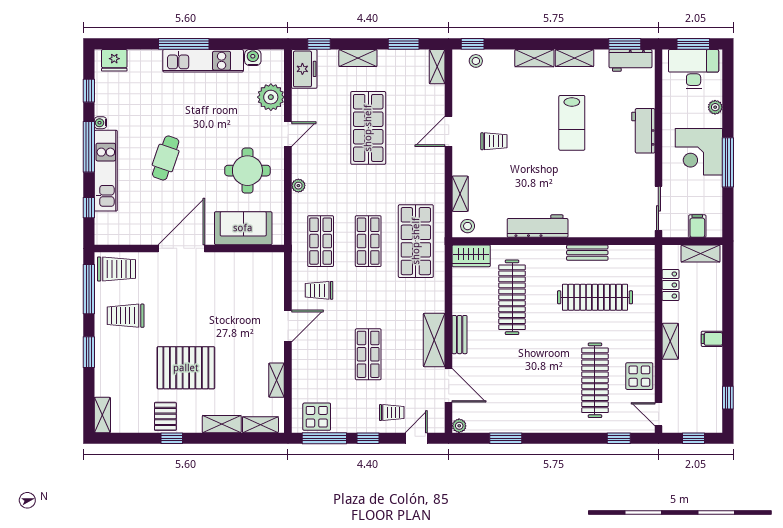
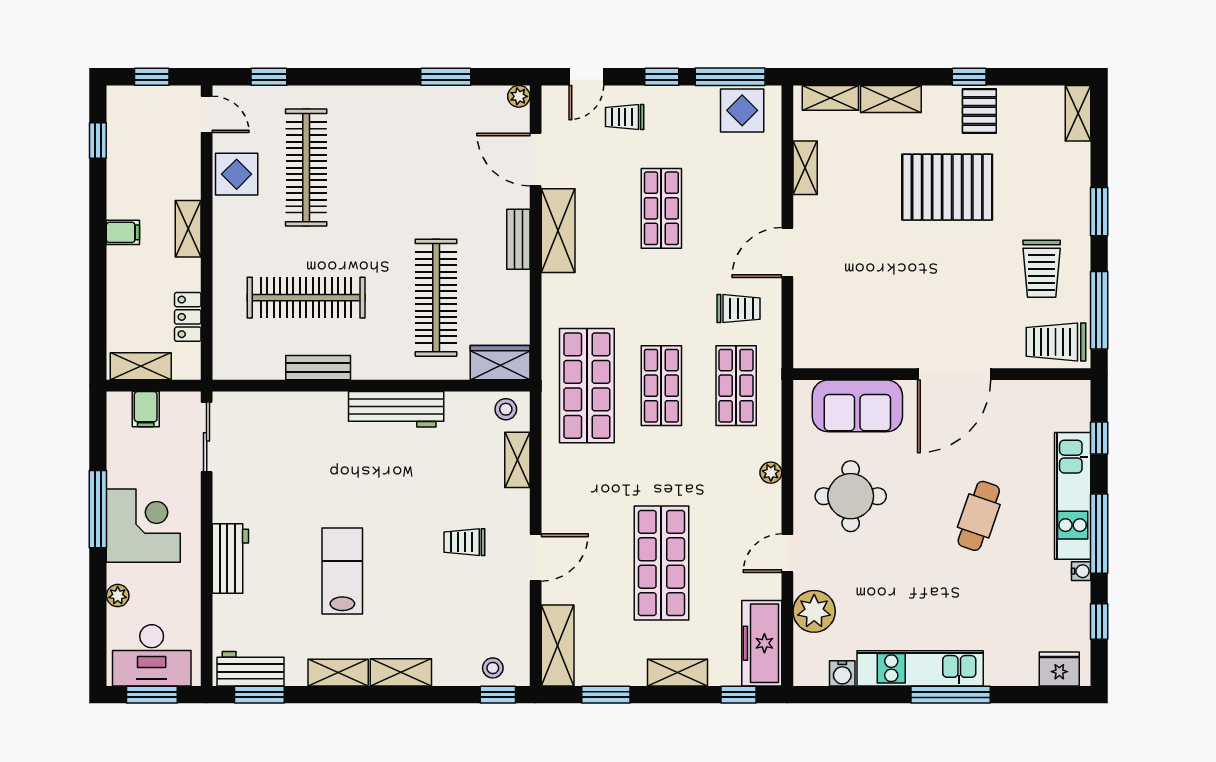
shelving: (437, 67) -> (558, 645), width x1.50, depth x1.33
freezer: (304, 69) -> (762, 643), width x1.40
trolley: (126, 316) -> (1042, 269), turned 90

